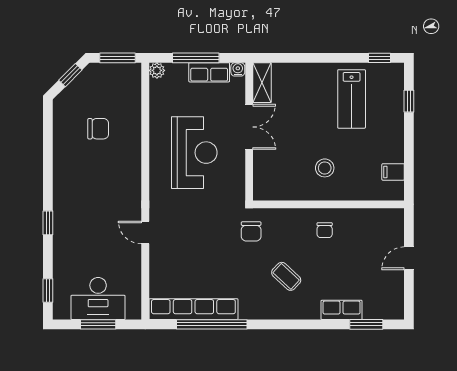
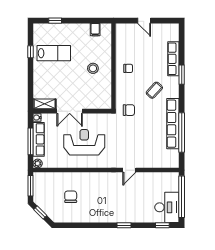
window: (379, 58) -> (31, 52), moved
row of seats: (209, 72) -> (39, 139), width x1.48
double door: (249, 127) -> (70, 111), swing flipped
desk: (98, 299) -> (167, 207), moved
row of seats: (193, 309) -> (173, 124), moved
row of seats: (342, 310) -> (173, 59), width x1.48
window: (98, 324) -> (182, 197), width x2.11
window: (366, 324) -> (182, 75), moved

